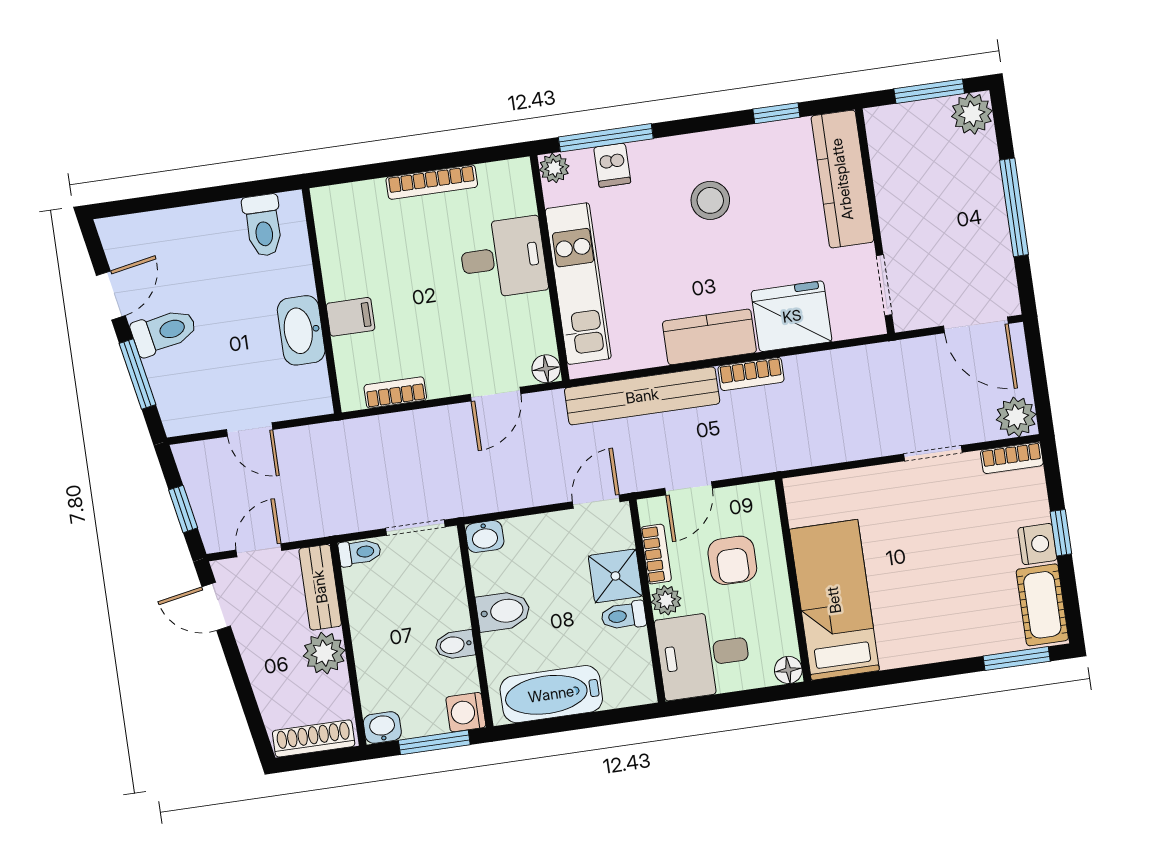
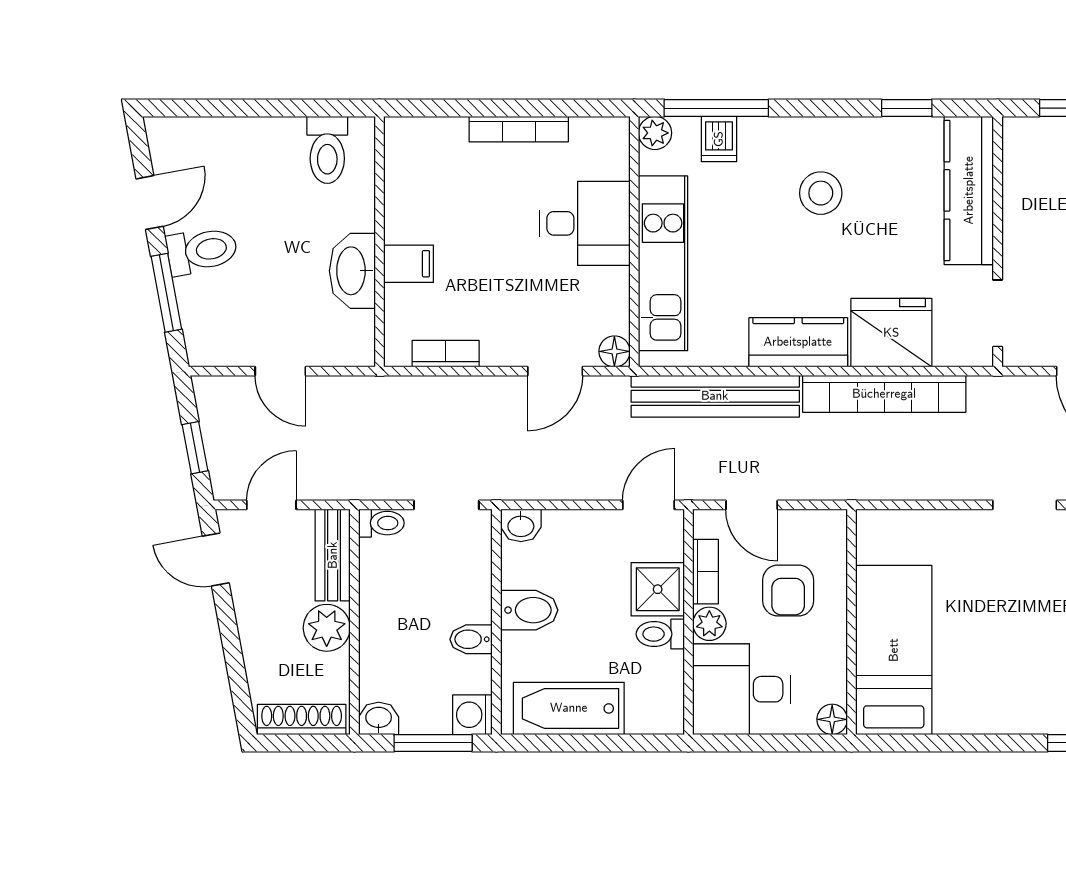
bookcase: (751, 374) -> (884, 394), width x2.31, depth x1.31
door: (689, 488) -> (752, 505), hinge flipped

